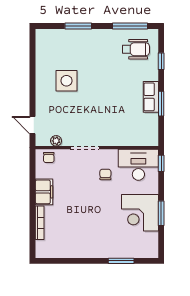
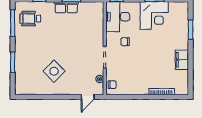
wheelchair: (136, 49) -> (30, 19), turned -90
side table: (66, 81) -> (54, 71), turned 45
filing cabinet: (44, 192) -> (182, 60), moved, turned -90

